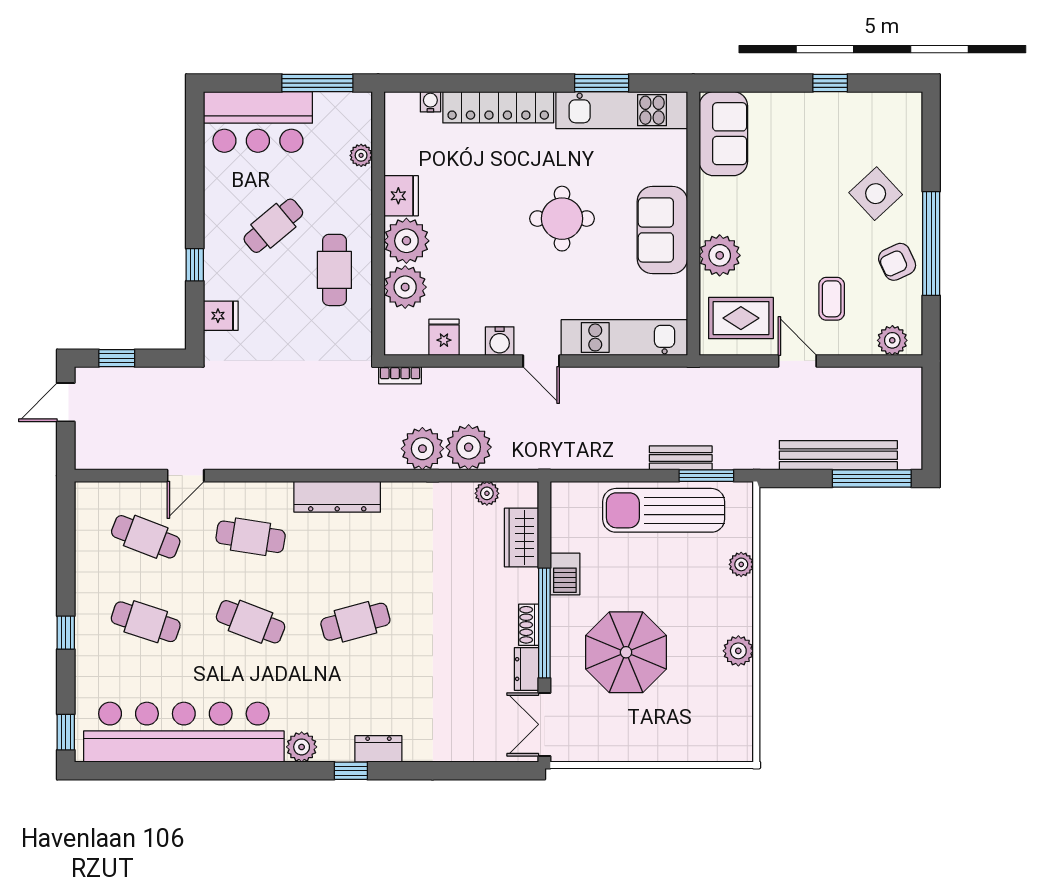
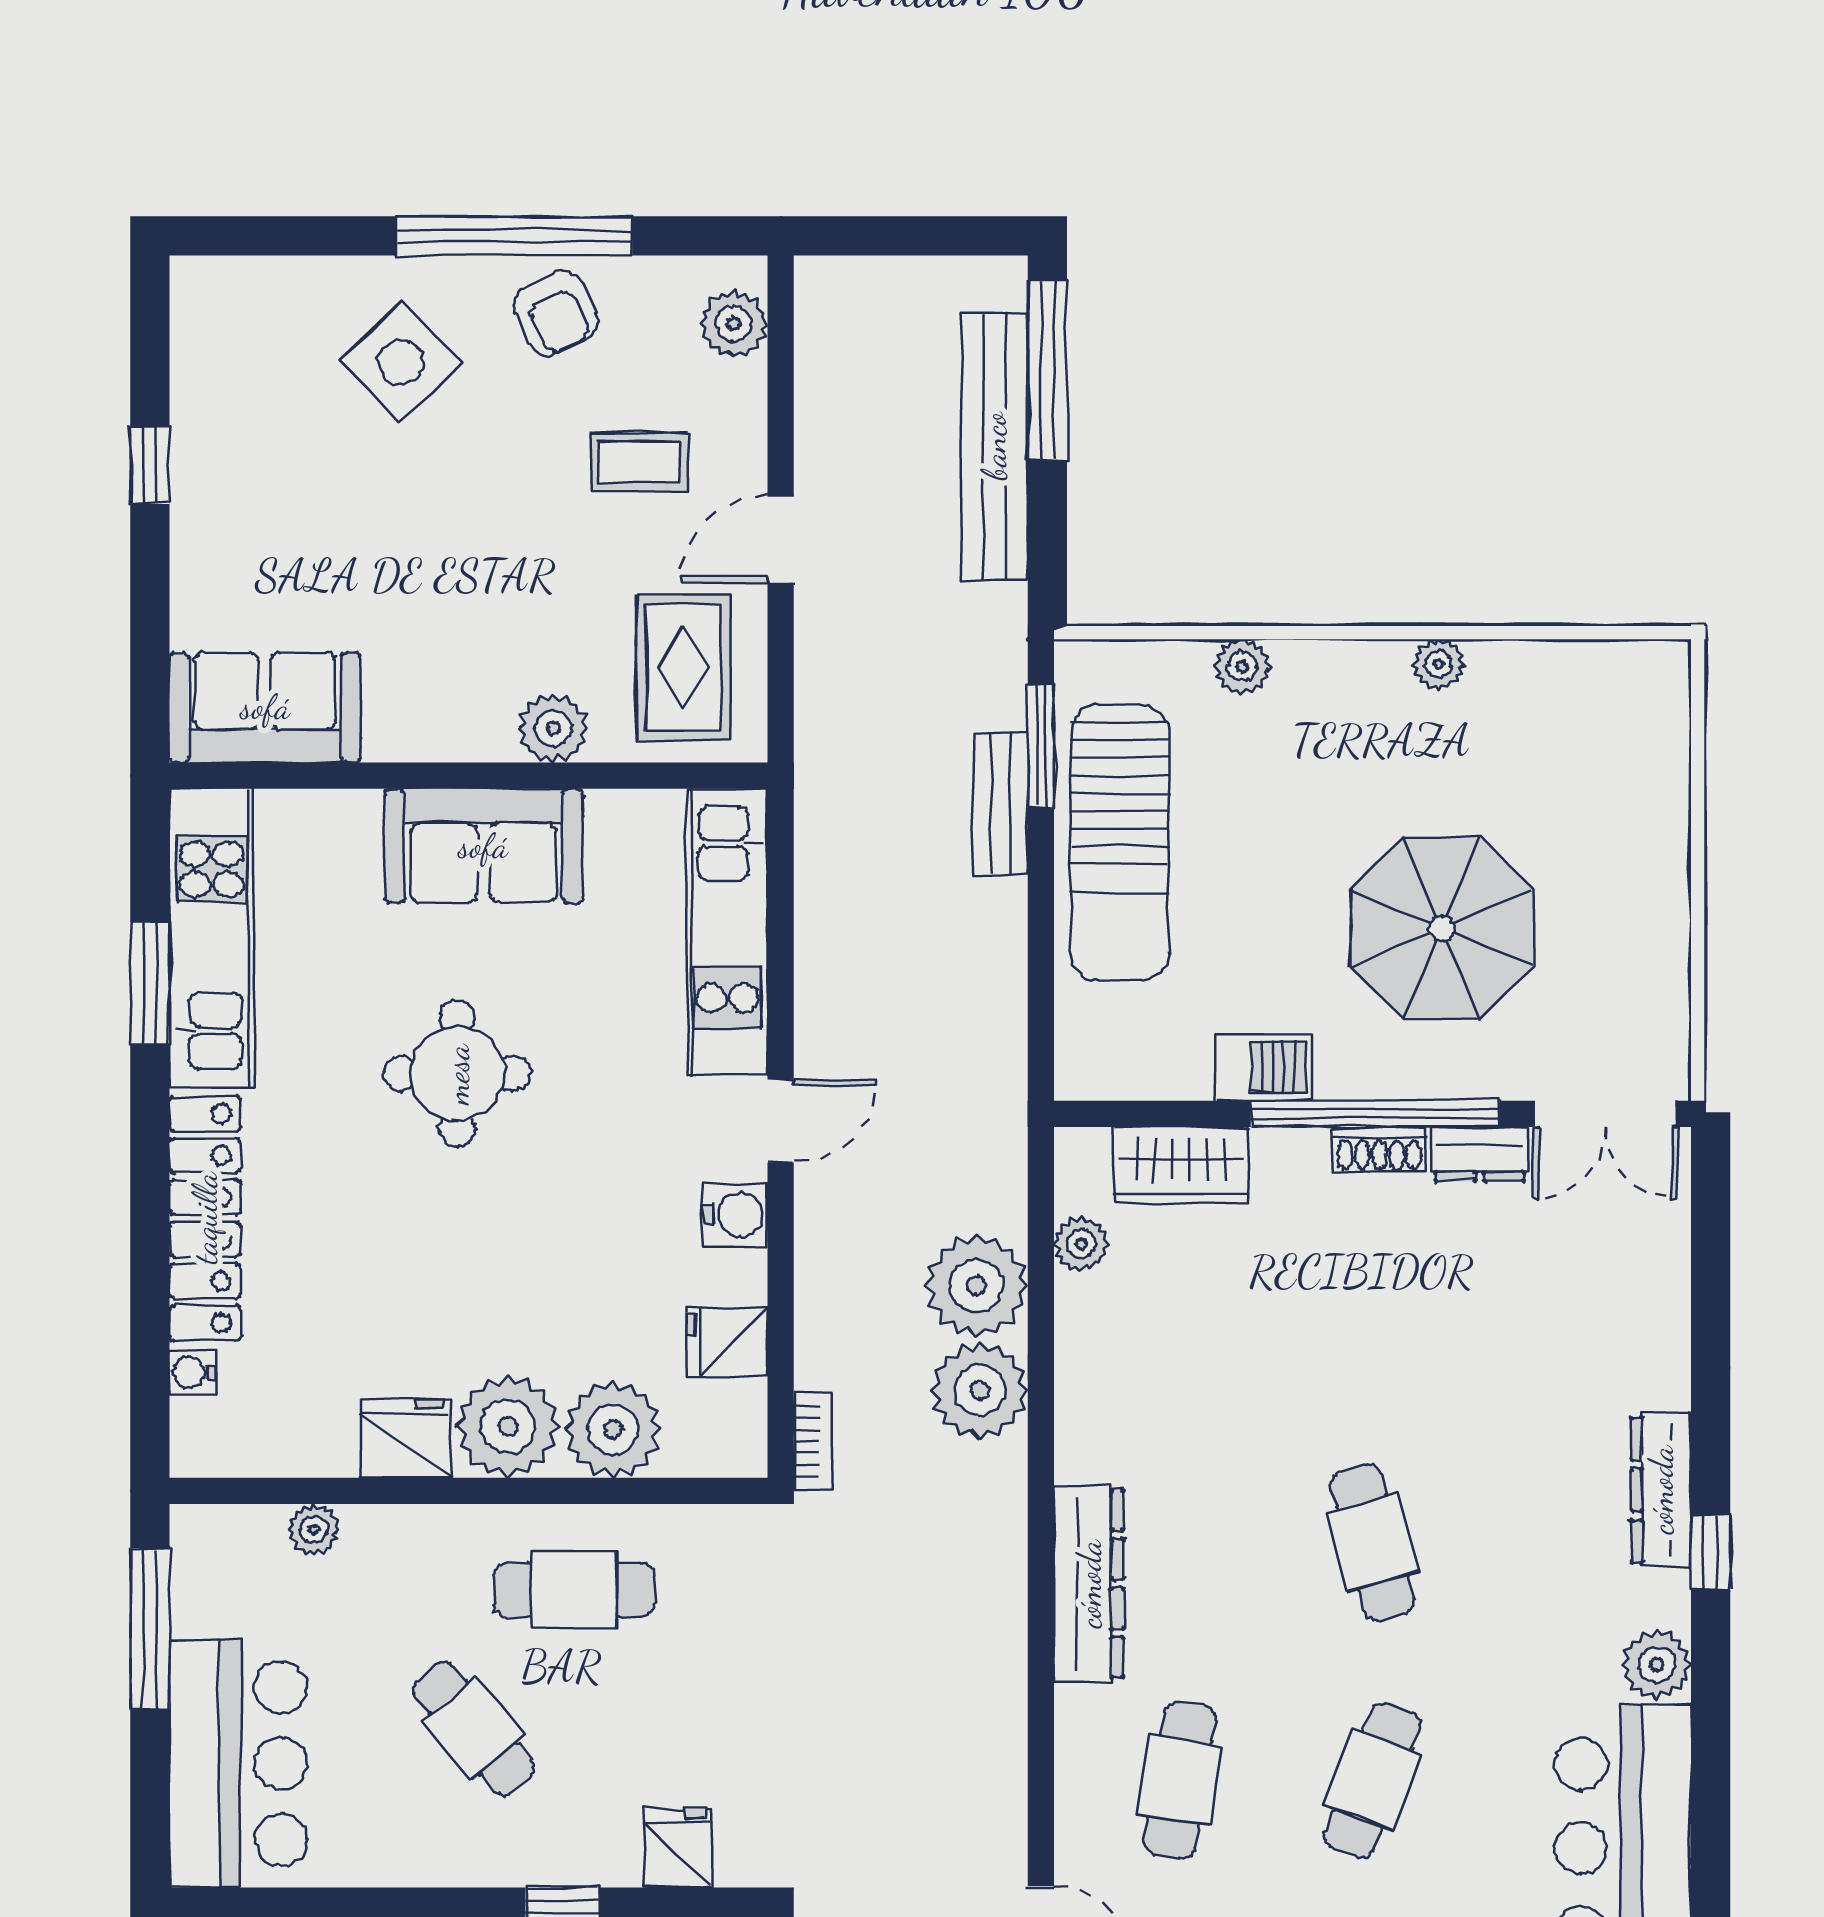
plant: (720, 255) -> (553, 728), width x0.73, depth x0.73
plant: (738, 651) -> (1439, 664), width x0.73, depth x0.73
dresser: (378, 749) -> (1661, 1490), width x1.44

